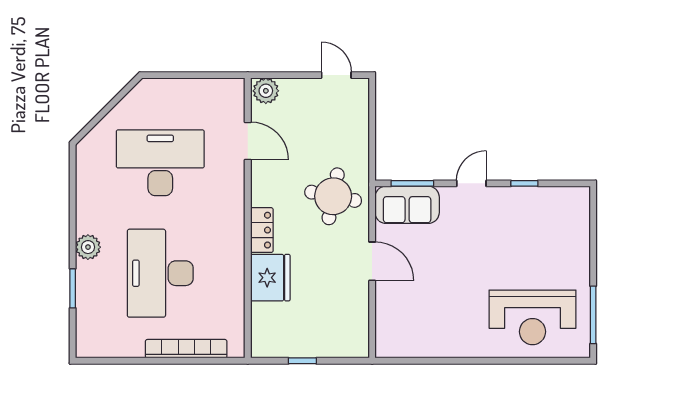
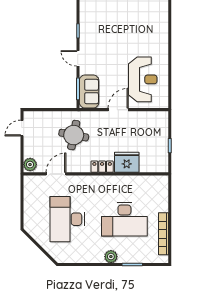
round table: (333, 196) -> (74, 135), moved
reception desk: (532, 317) -> (143, 79), moved
bookcase: (186, 349) -> (163, 234), moved

